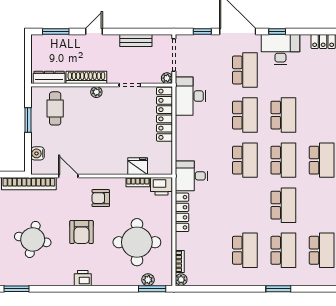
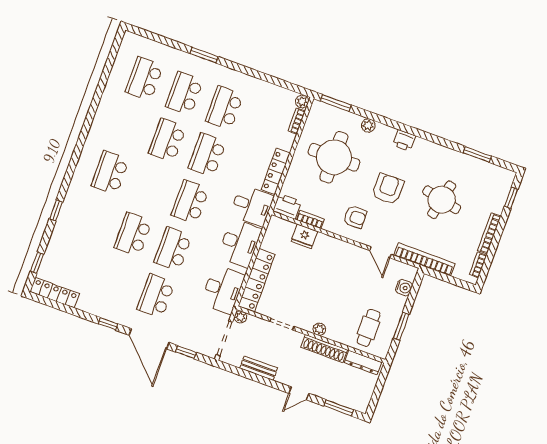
desk: (280, 49) -> (240, 243), moved, turned -90
school desk: (283, 160) -> (207, 155), moved
plant: (148, 280) -> (368, 125), moved

